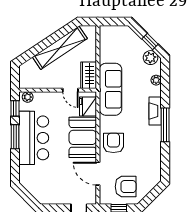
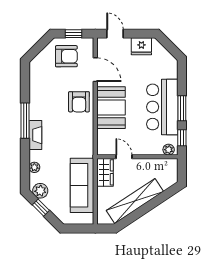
sofa: (111, 89) -> (82, 185), moved
fridge: (88, 107) -> (141, 46), moved, turned 90
armchair: (126, 187) -> (66, 56), turned 180

